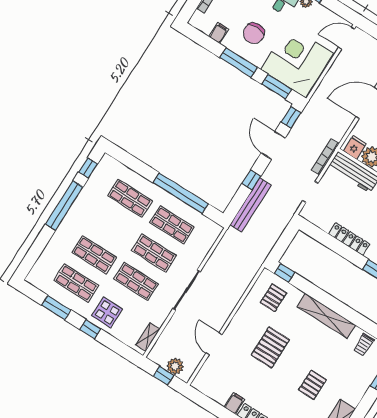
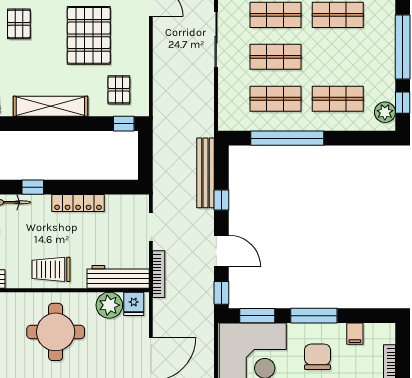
plant: (104, 169) -> (385, 112), added
pallet: (270, 347) -> (89, 35), width x1.37, depth x1.41

